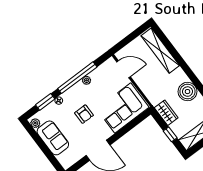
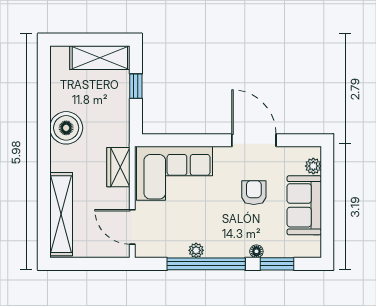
wardrobe: (166, 113) -> (118, 167), moved
armchair: (84, 114) -> (254, 193), moved
plant: (35, 123) -> (313, 166), moved

